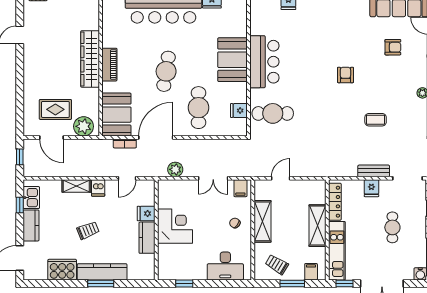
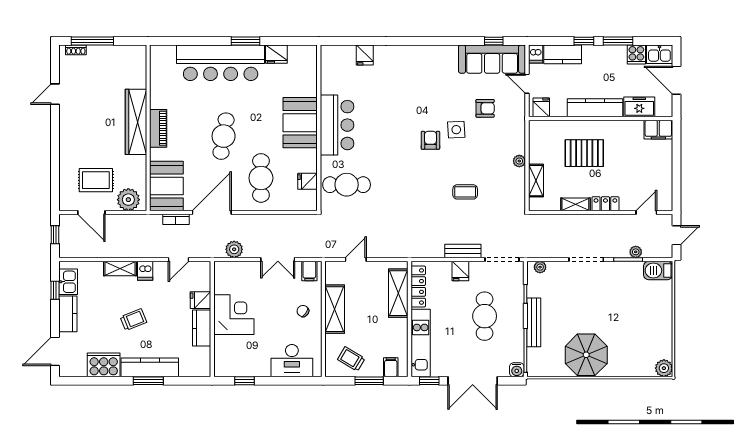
side table: (368, 66) -> (456, 130), added
shelving: (318, 226) -> (398, 293), moved
cafe table: (392, 227) -> (485, 316), width x1.37, depth x1.35

